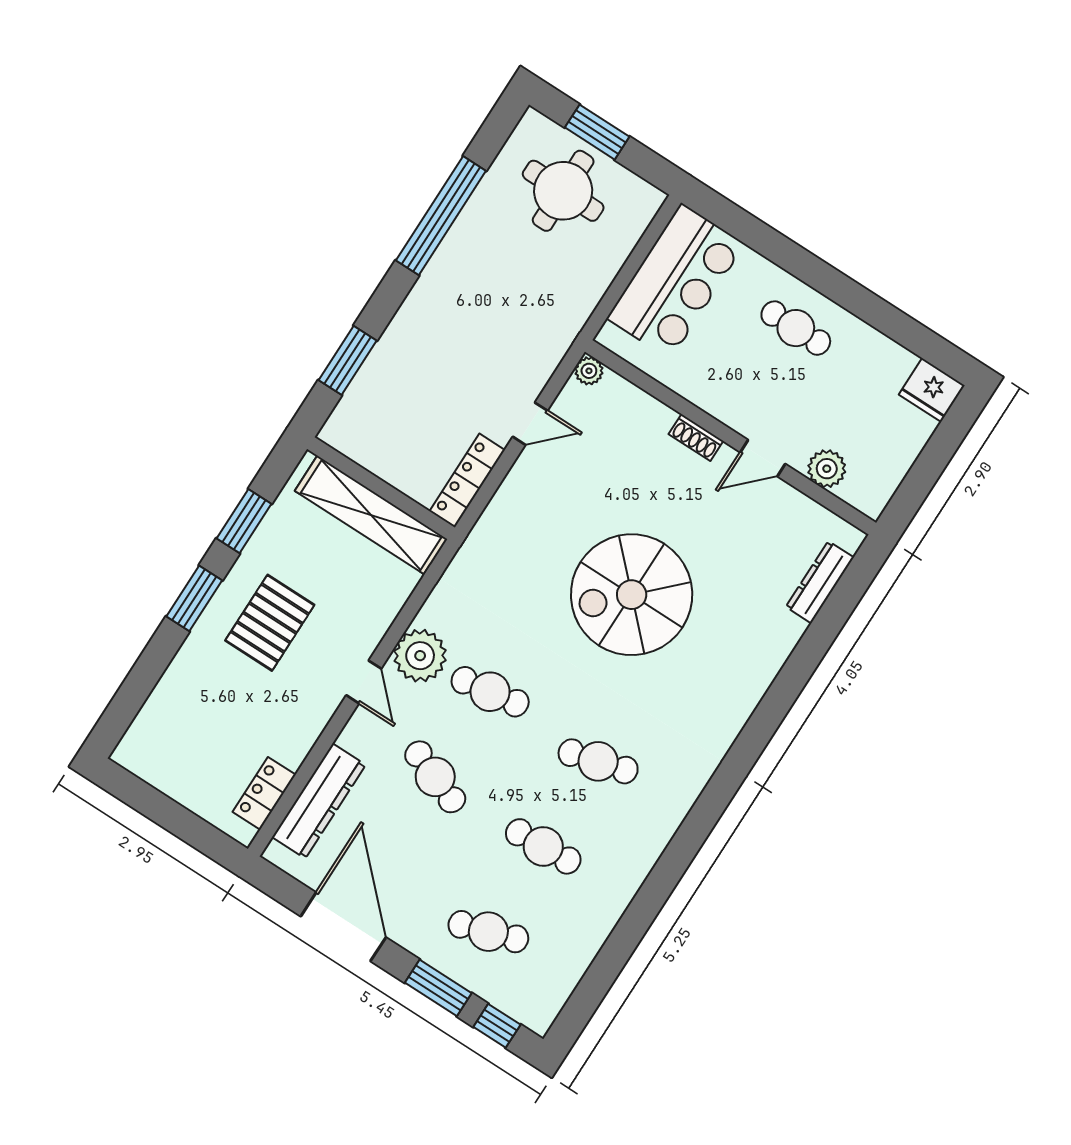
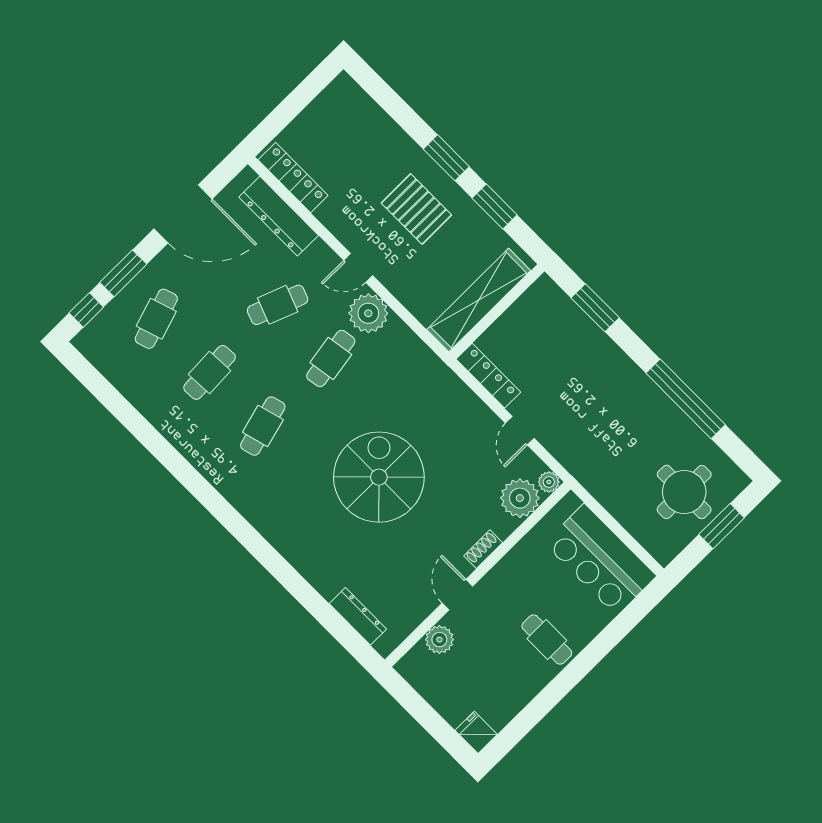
cafe table: (796, 328) -> (547, 640), turned 90
fridge: (932, 390) -> (476, 732), width x0.72
plant: (618, 404) -> (520, 498), added
locker: (264, 793) -> (293, 178), width x1.53

